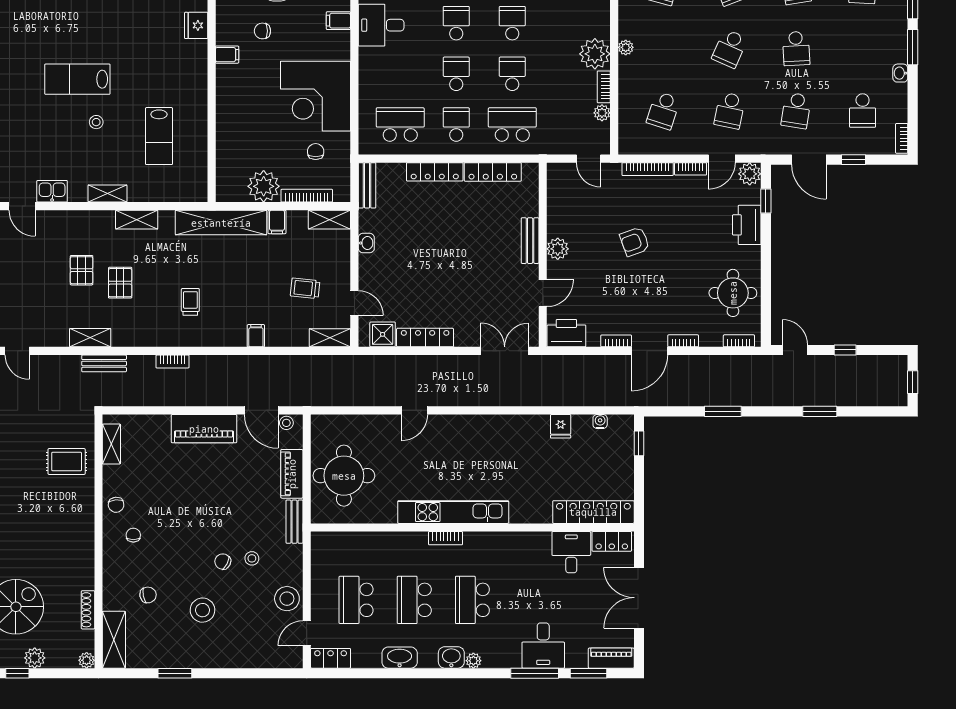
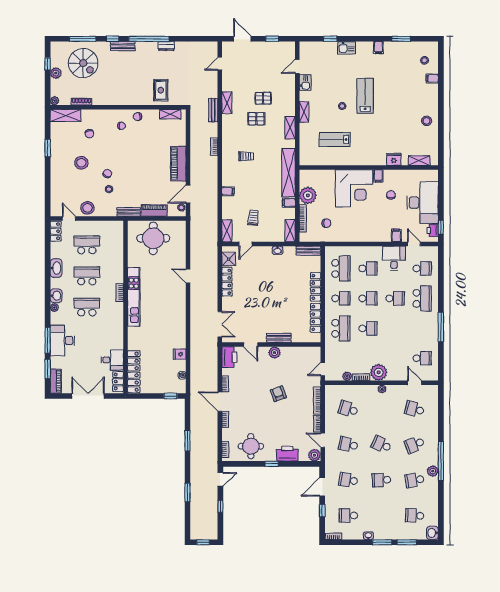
school desk: (512, 23) -> (368, 268), moved
corner desk: (315, 96) -> (354, 188), moved, turned 180
window: (766, 201) -> (272, 464), moved
desk: (543, 646) -> (62, 341), width x1.37

